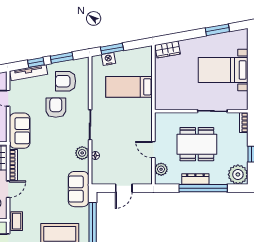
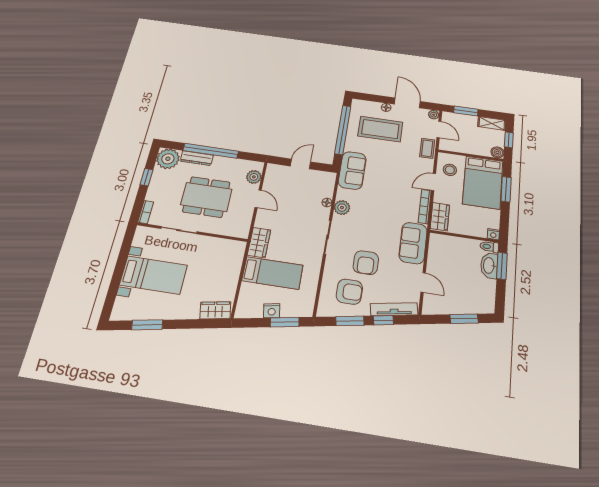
nightstand: (108, 59) -> (272, 311), moved
wardrobe: (145, 111) -> (259, 243), added
dresser: (195, 179) -> (197, 158), moved

